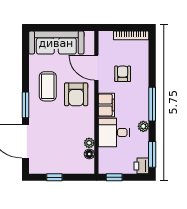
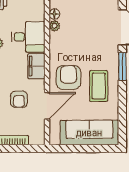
door: (96, 68) -> (47, 106), hinge flipped

